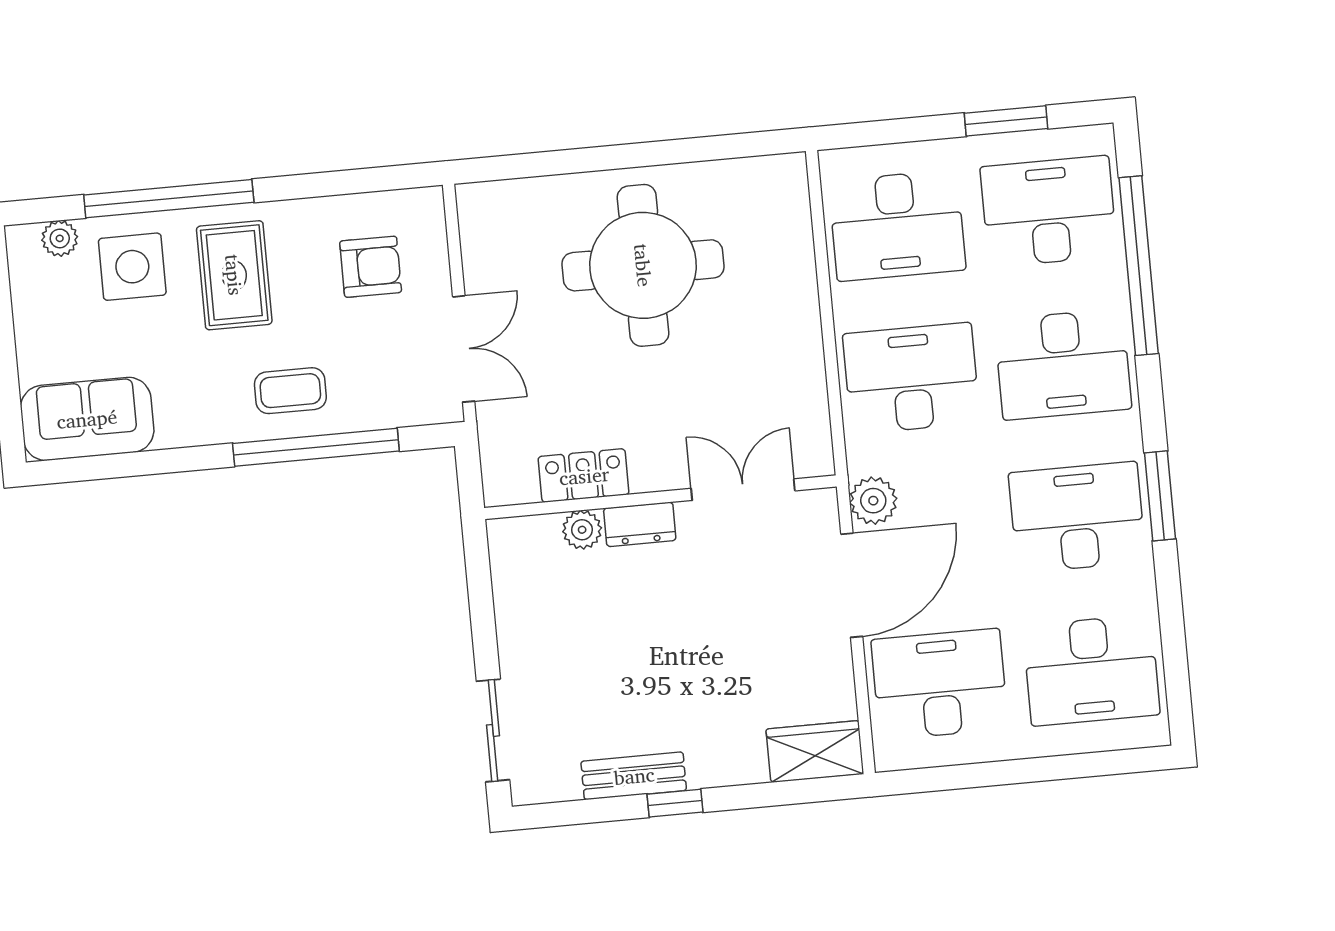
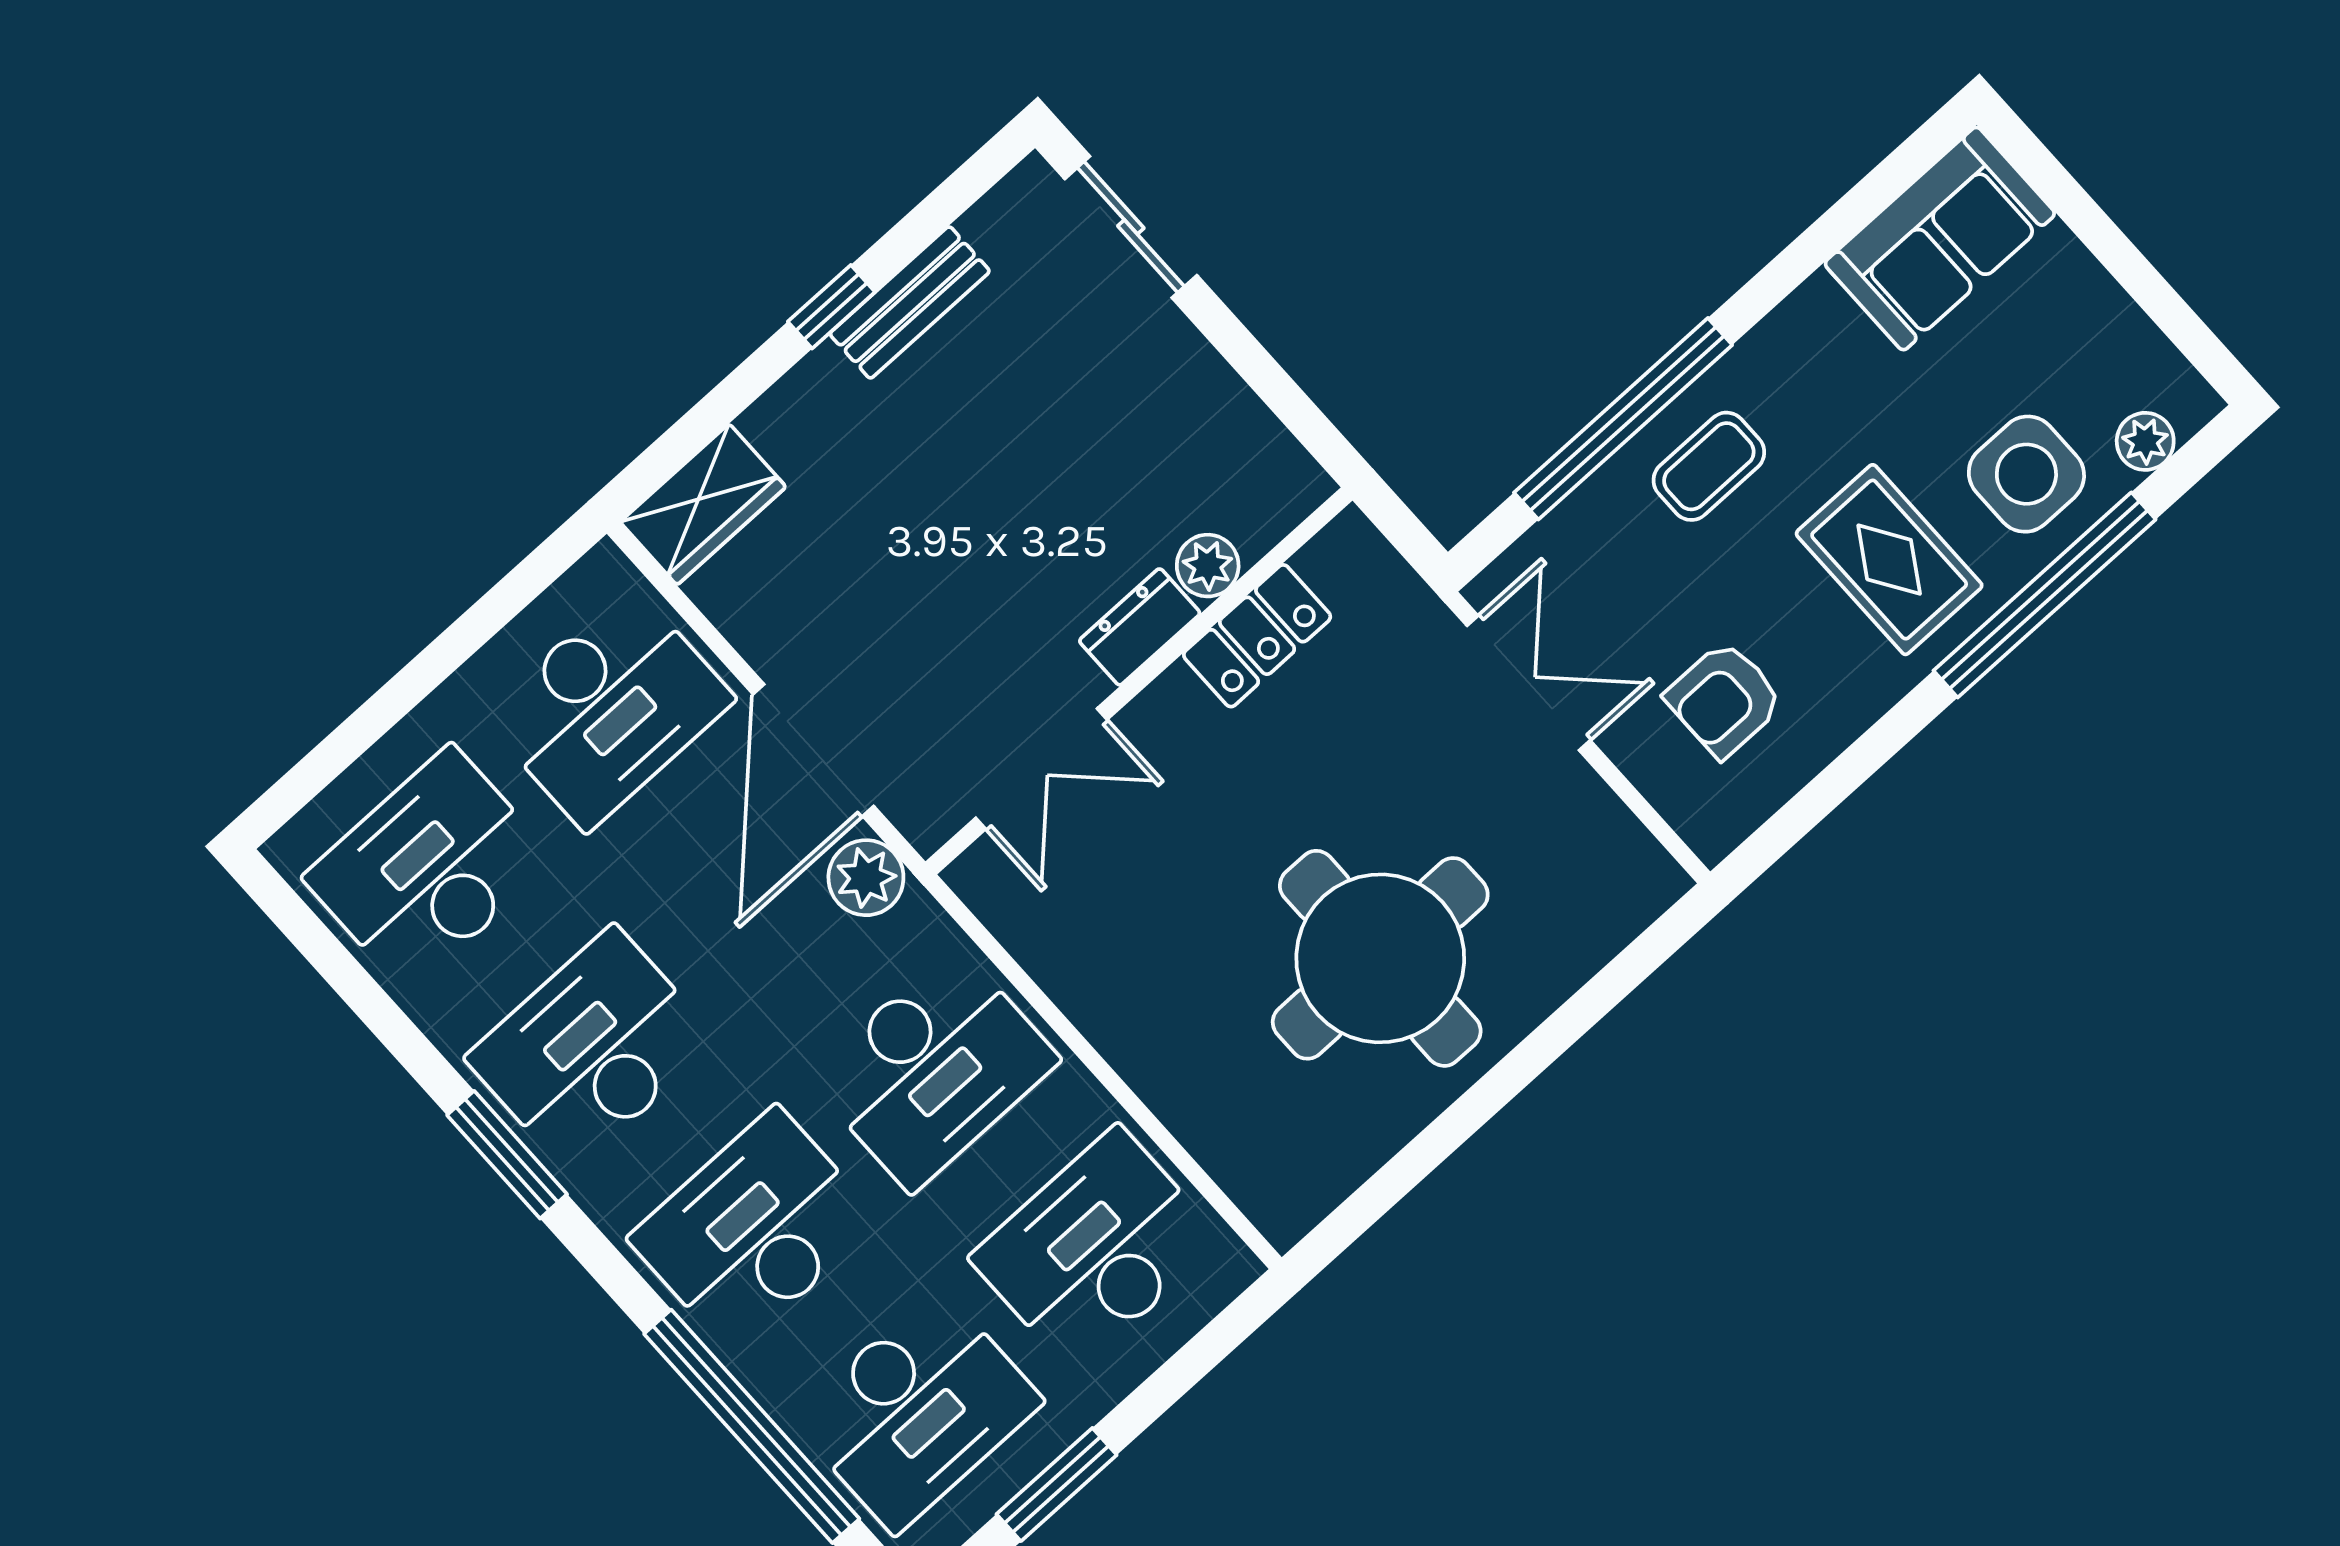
double door: (464, 349) -> (1529, 683), swing flipped
desk: (1077, 517) -> (592, 1049), turned 180

